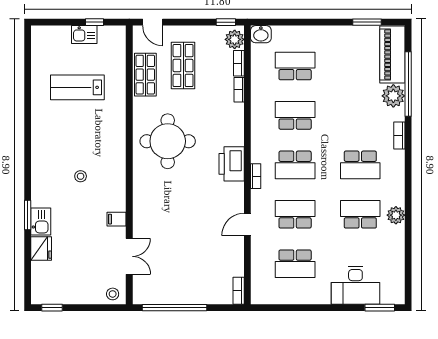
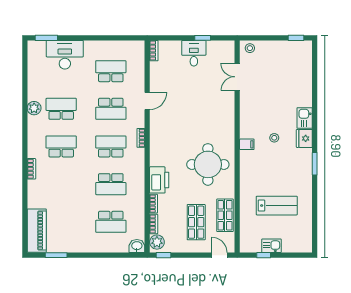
window: (408, 84) -> (25, 208), removed
plant: (393, 96) -> (36, 199), removed
printer: (232, 164) -> (159, 180), moved
school desk: (360, 214) -> (61, 109), turned 180
window: (28, 215) -> (315, 164), moved
filing cabinet: (117, 219) -> (247, 144), moved
kitchen sink: (41, 222) -> (305, 118), moved
fridge: (41, 248) -> (304, 138), moved
desk: (186, 287) -> (194, 53), added
window: (175, 308) -> (203, 38), width x0.32

